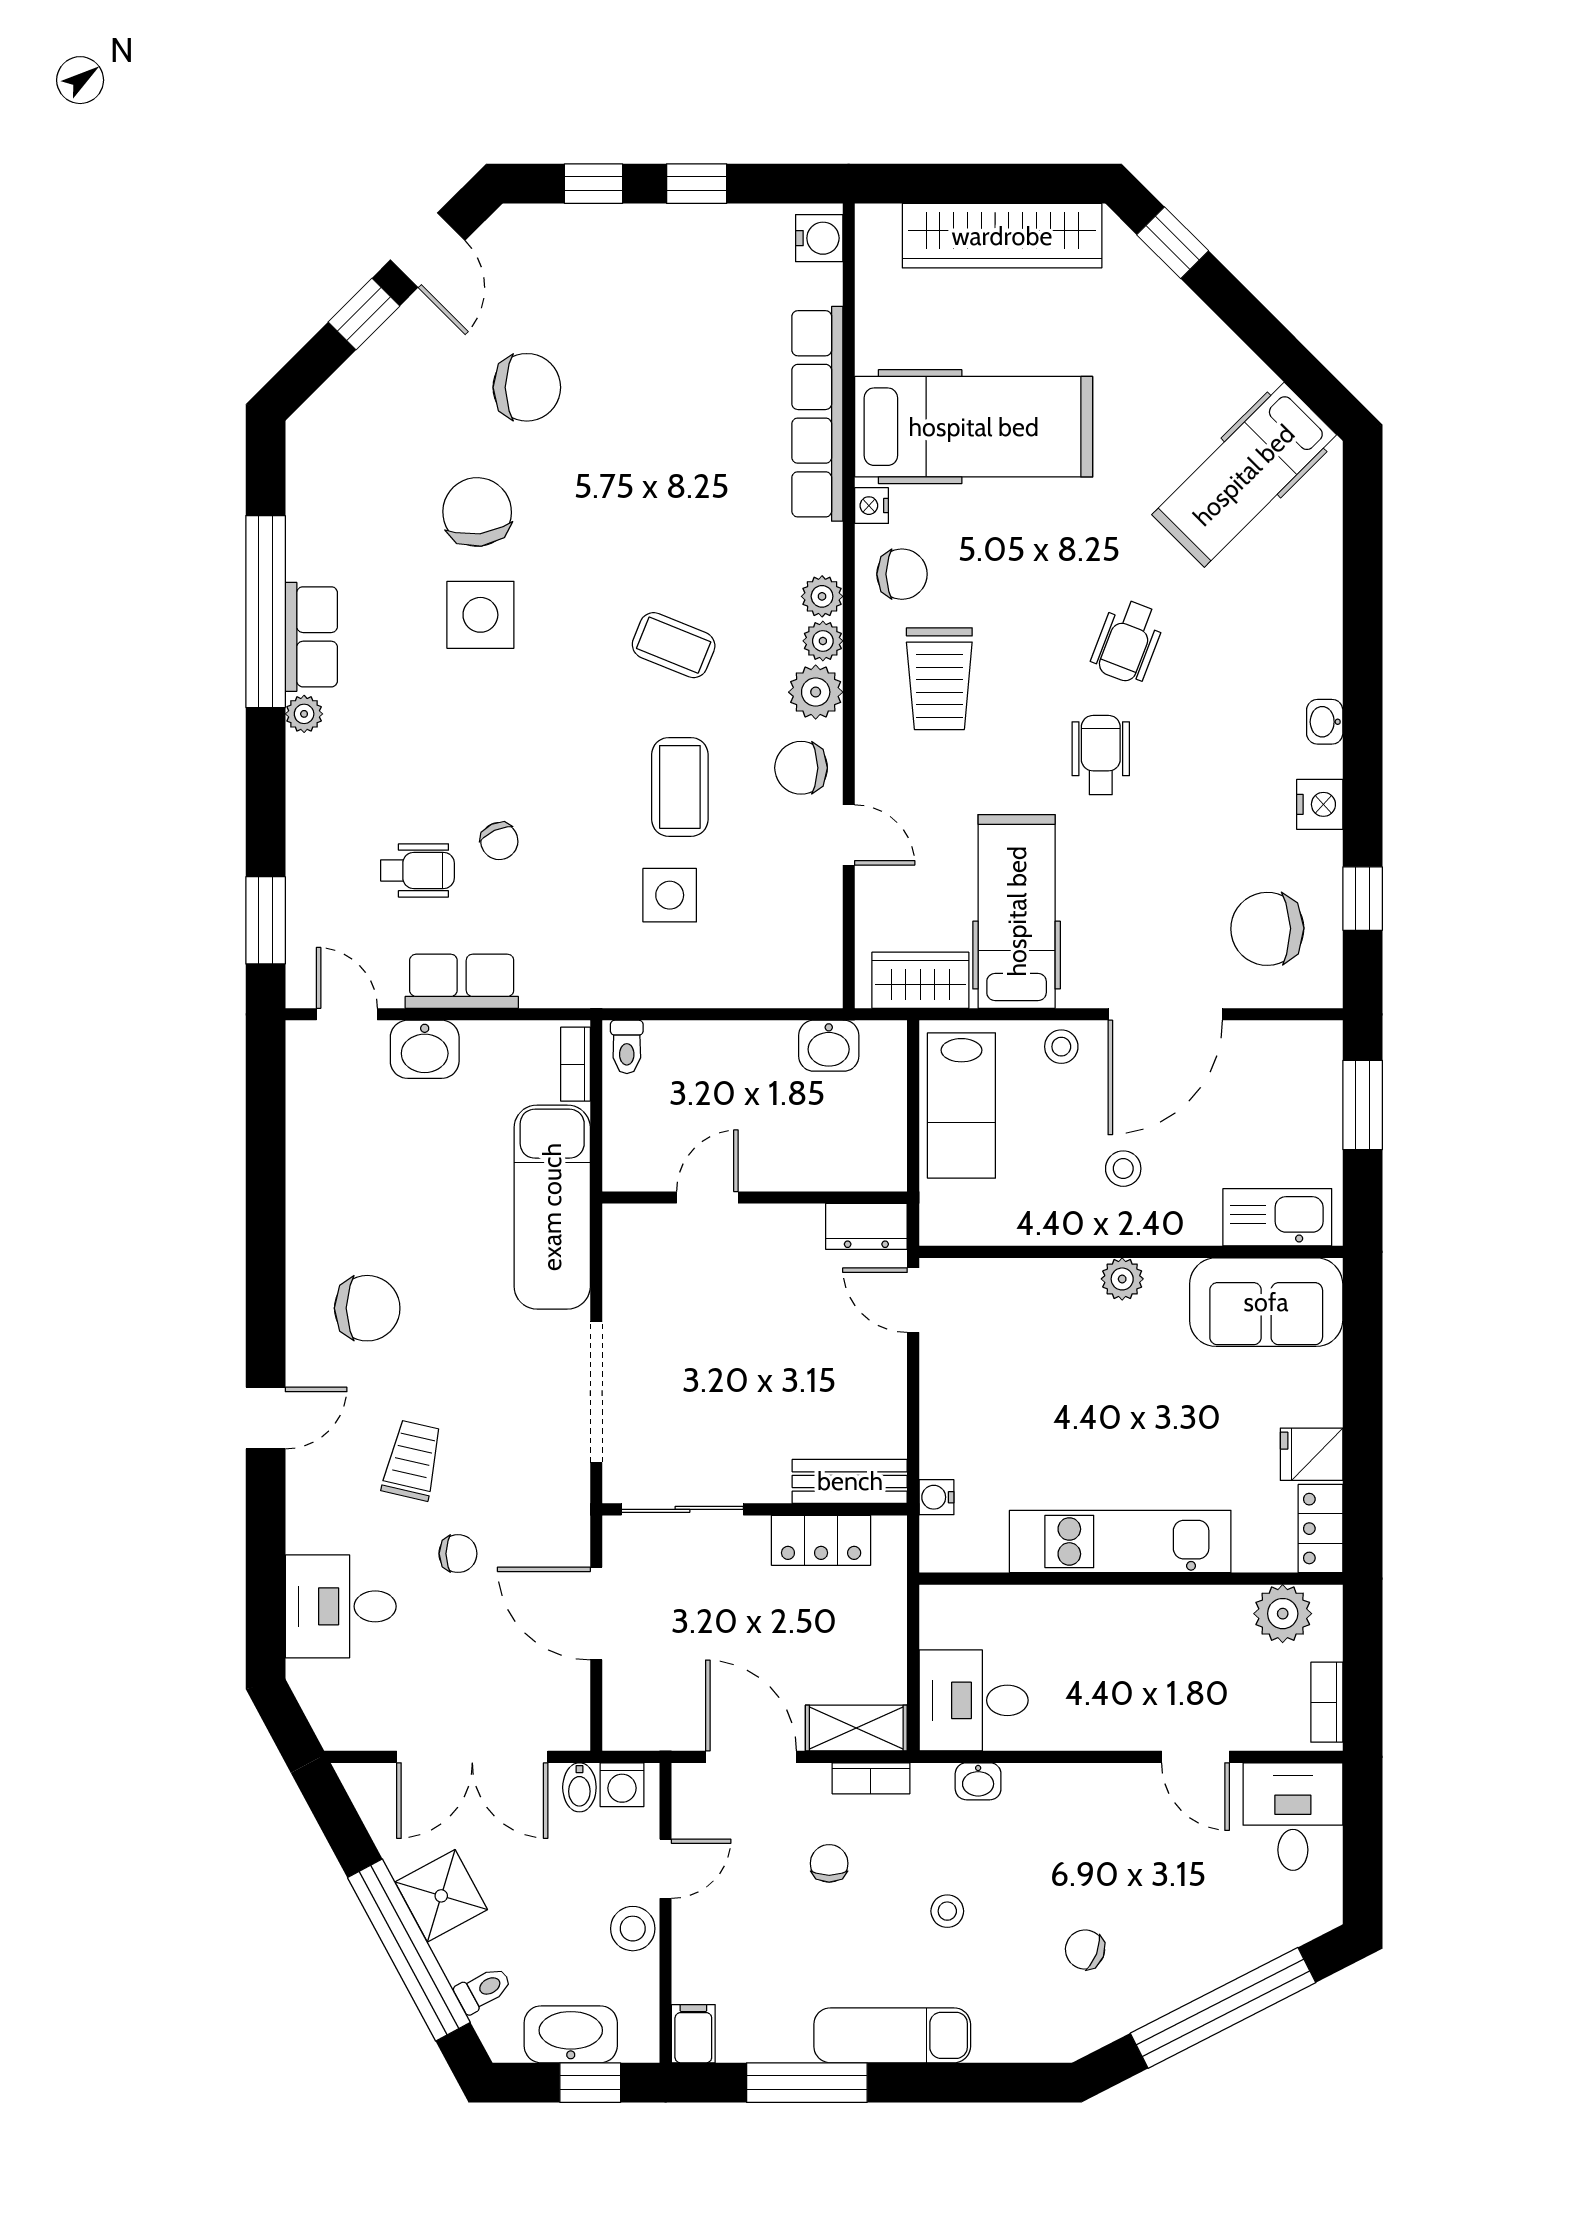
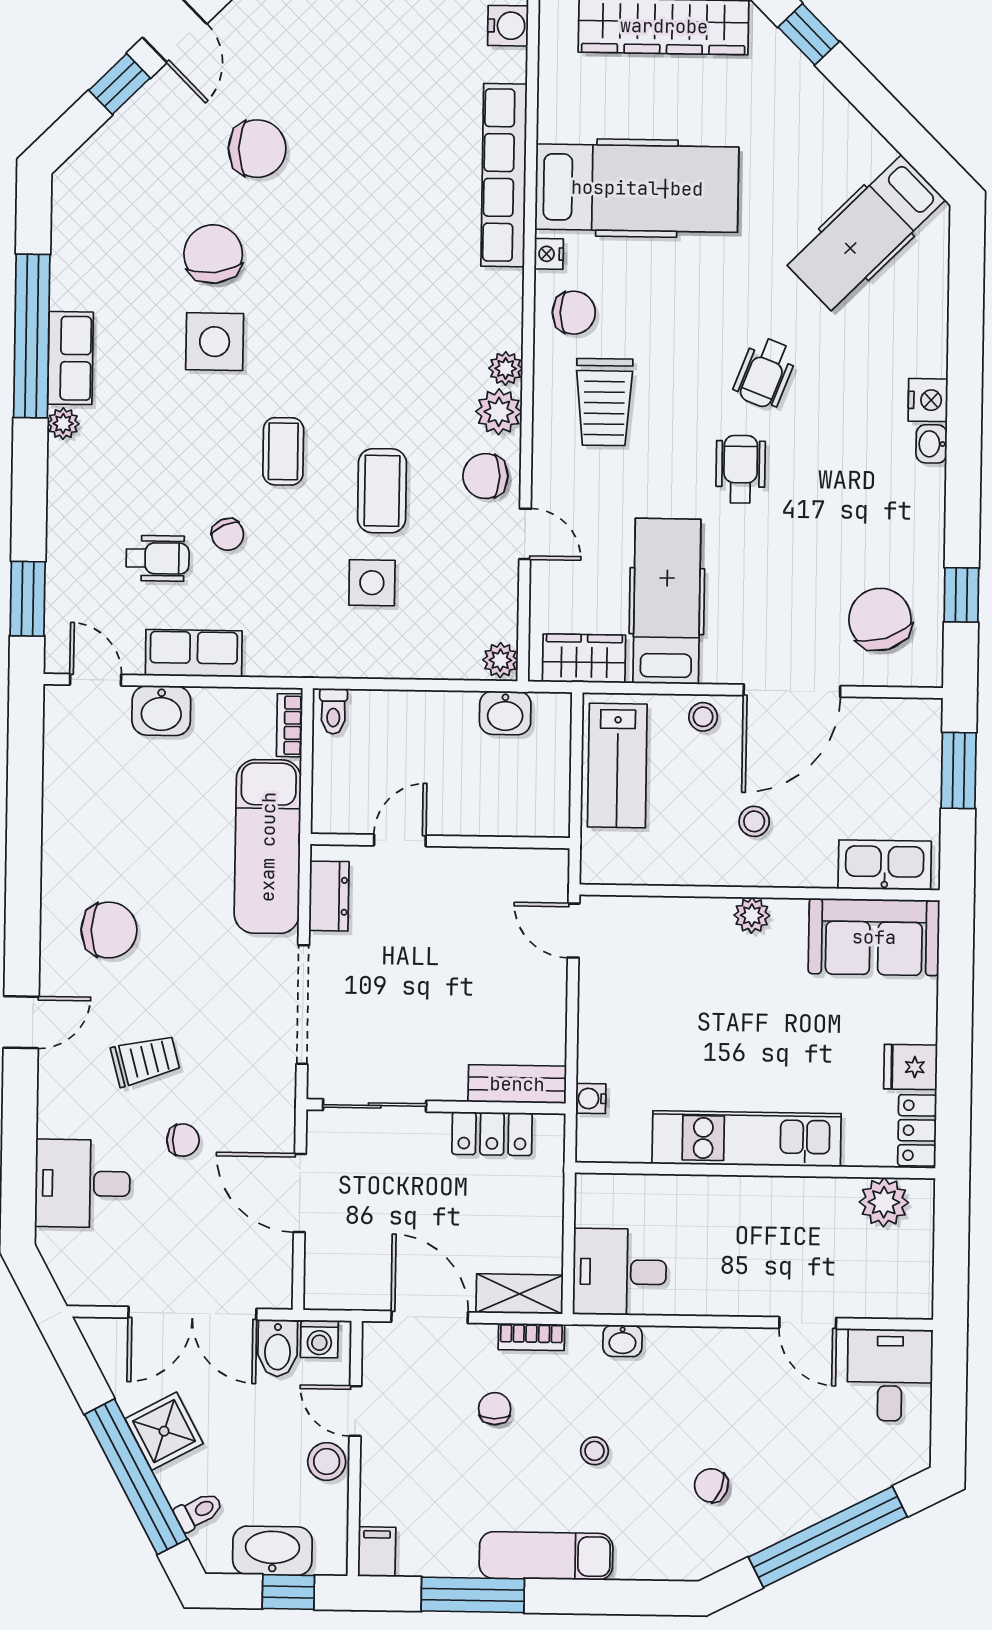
plant: (822, 596) -> (500, 660), moved
coffee table: (674, 645) -> (283, 451), moved, turned 68
nightstand: (1320, 804) -> (928, 400), moved
chair: (1267, 929) -> (880, 619), turned 73
dresser: (866, 1226) -> (329, 896), moved, turned -90
trolley: (412, 1460) -> (145, 1060), turned 62
bookcase: (1327, 1702) -> (920, 1278), removed
bidet: (579, 1787) -> (278, 1348), width x1.38, depth x1.36
door: (666, 1869) -> (355, 1411), swing flipped

